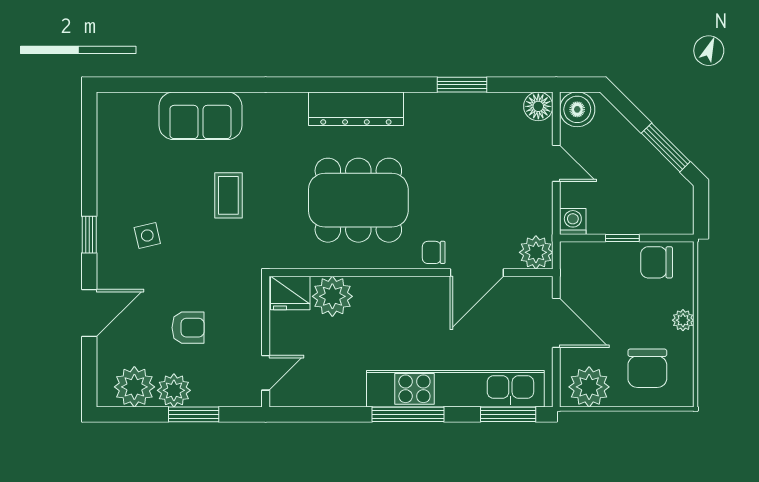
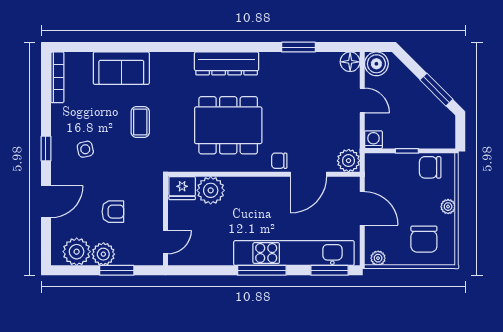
bookcase: (106, 129) -> (57, 77), added
plant: (589, 387) -> (378, 258), width x0.53, depth x0.53

